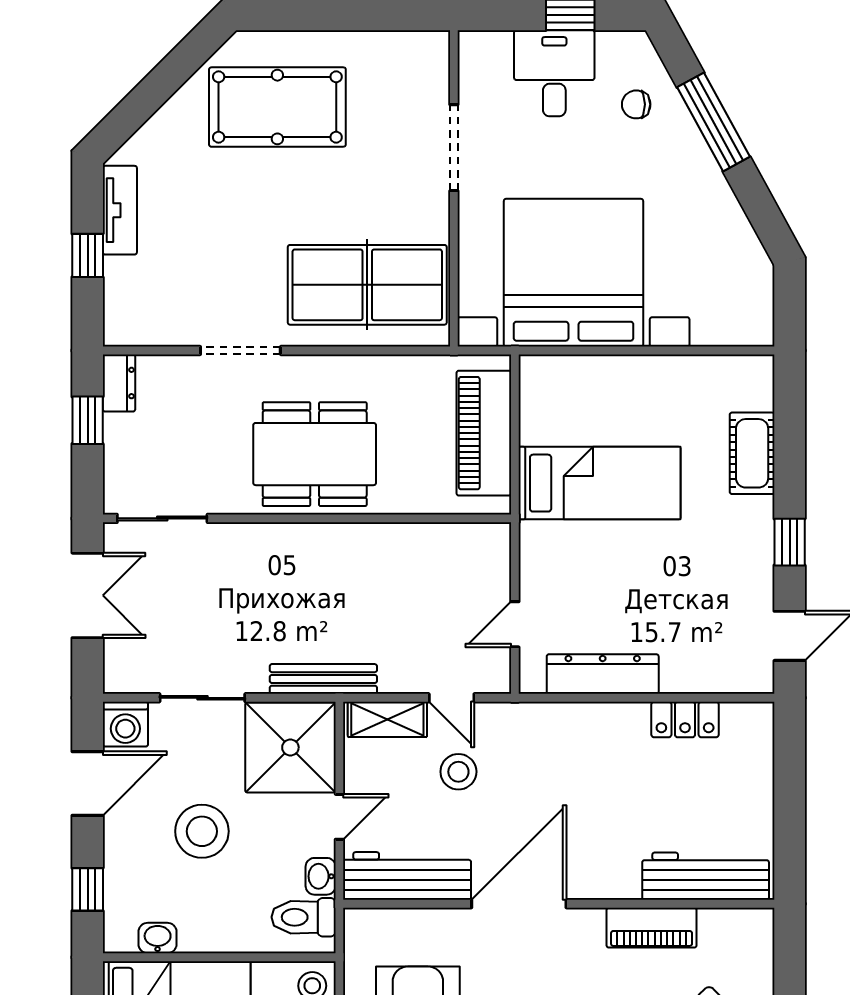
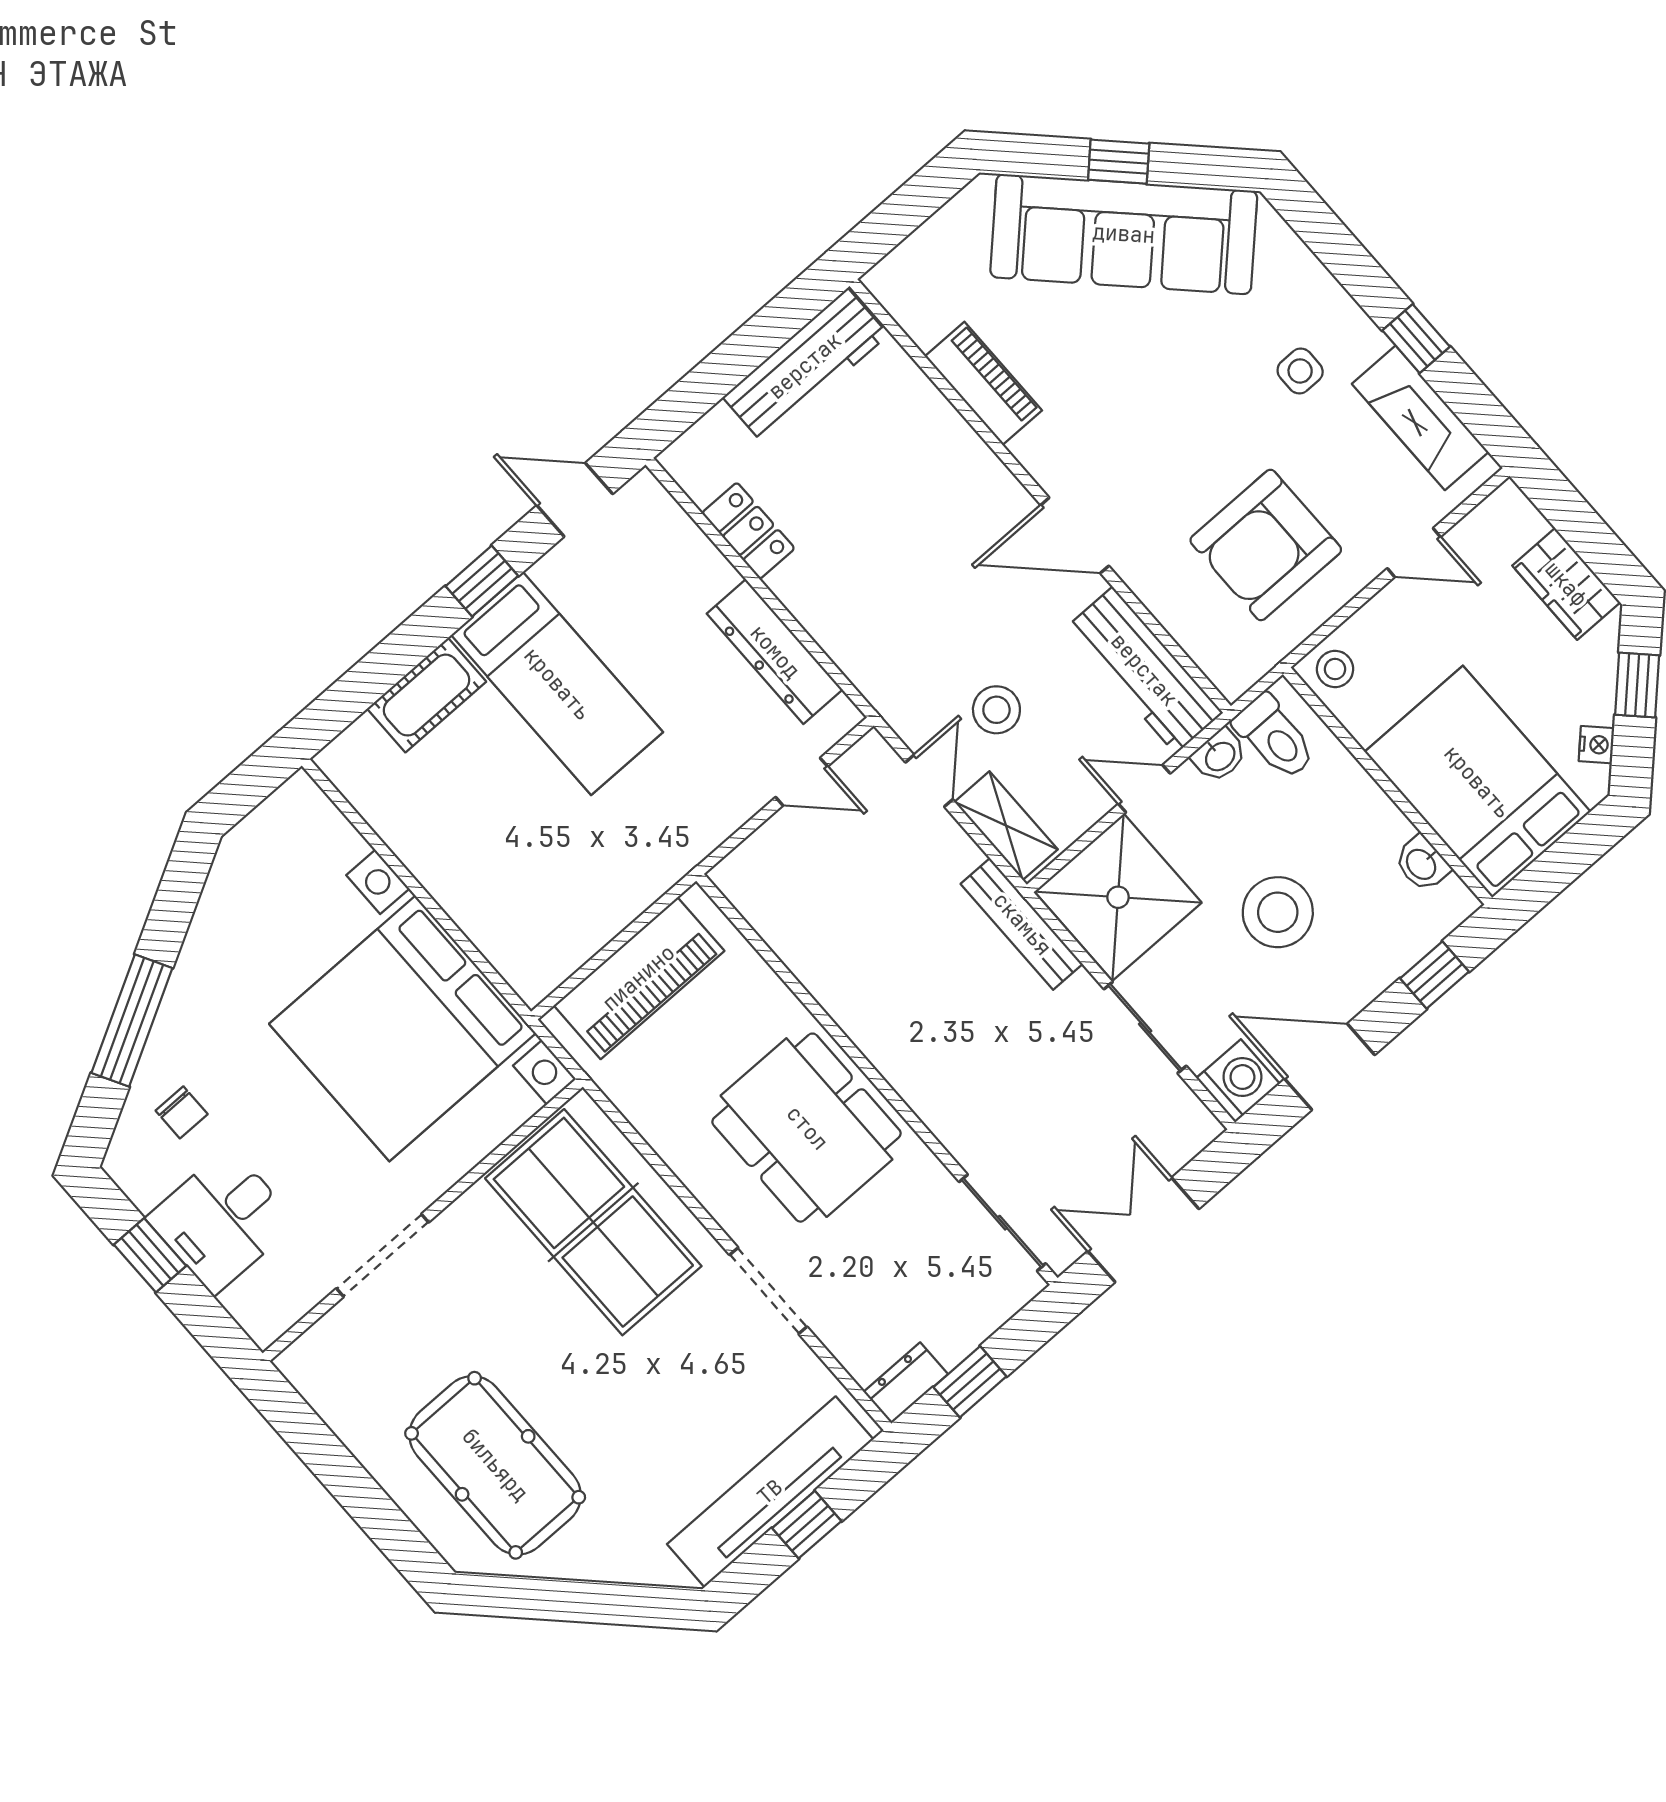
tv unit: (120, 210) -> (770, 1492), width x1.92, depth x1.29
bed: (600, 483) -> (557, 684), moved, turned 180
workbench: (706, 876) -> (805, 366), moved, turned -90
door: (519, 904) -> (1075, 535), width x0.73

